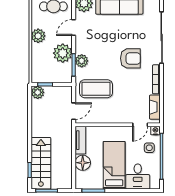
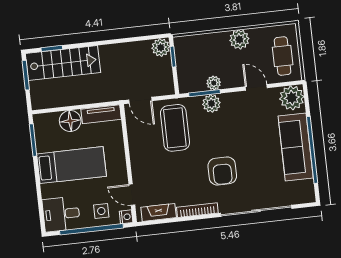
plant: (63, 53) -> (214, 83), width x0.53, depth x0.53
desk: (138, 176) -> (61, 214), moved

